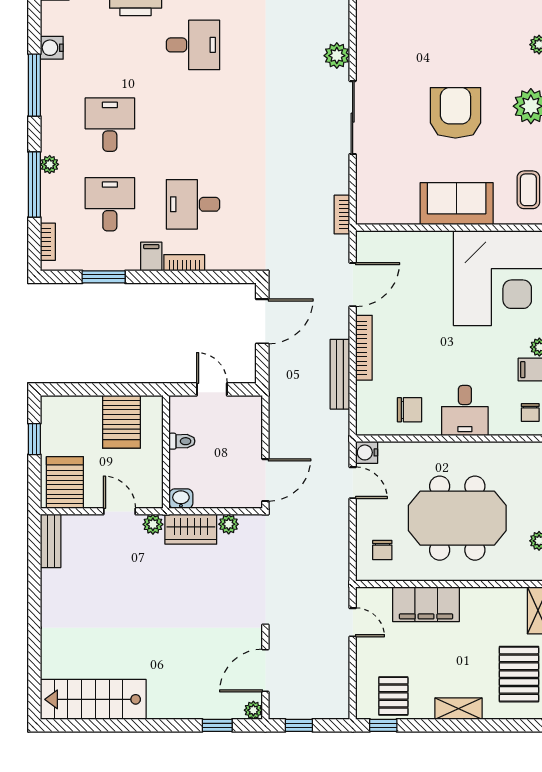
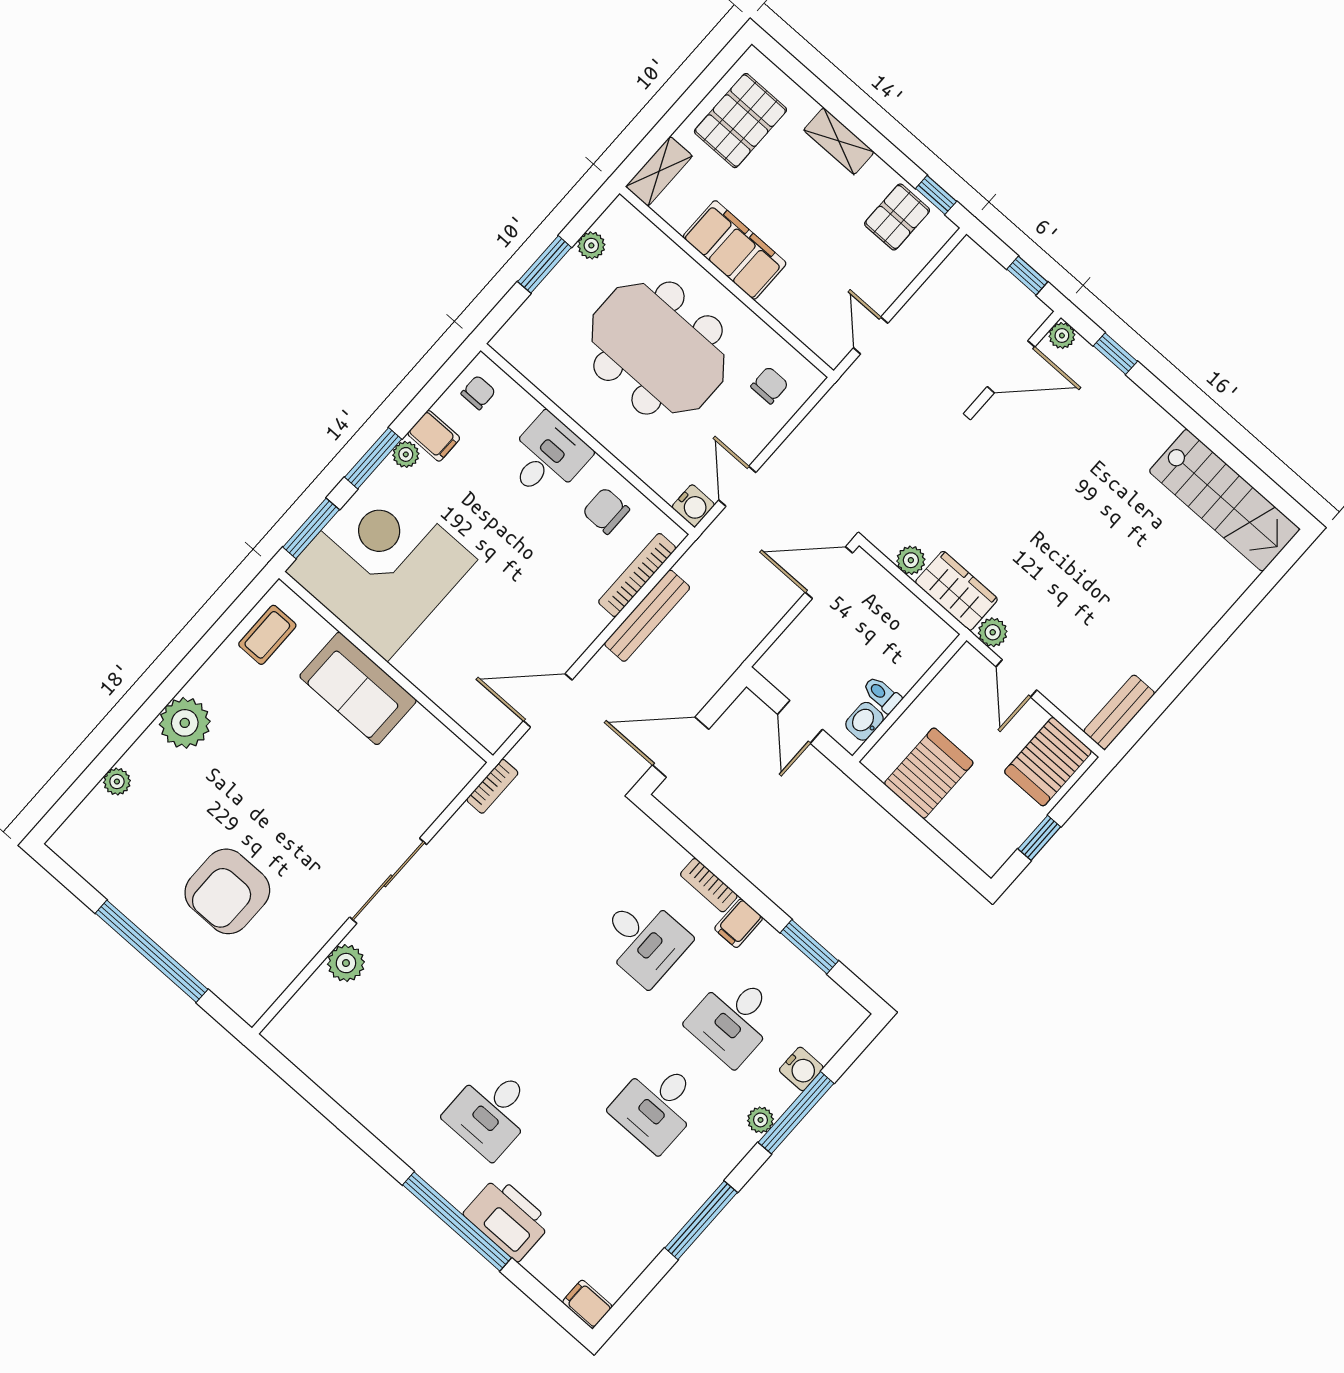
desk: (193, 45) -> (491, 1112), turned -90
water cooler: (52, 48) -> (801, 1069), moved
armchair: (455, 113) -> (227, 891), moved
bookcase: (48, 242) -> (836, 1038), removed
bookcase: (364, 348) -> (637, 575), moved
washbasin: (181, 499) -> (864, 721), moved, turned 90
filing cabinet: (426, 604) -> (735, 250), moved

